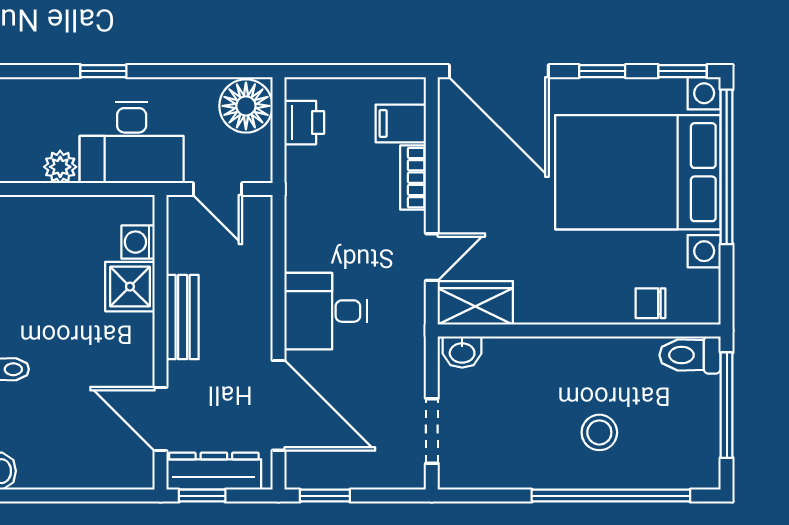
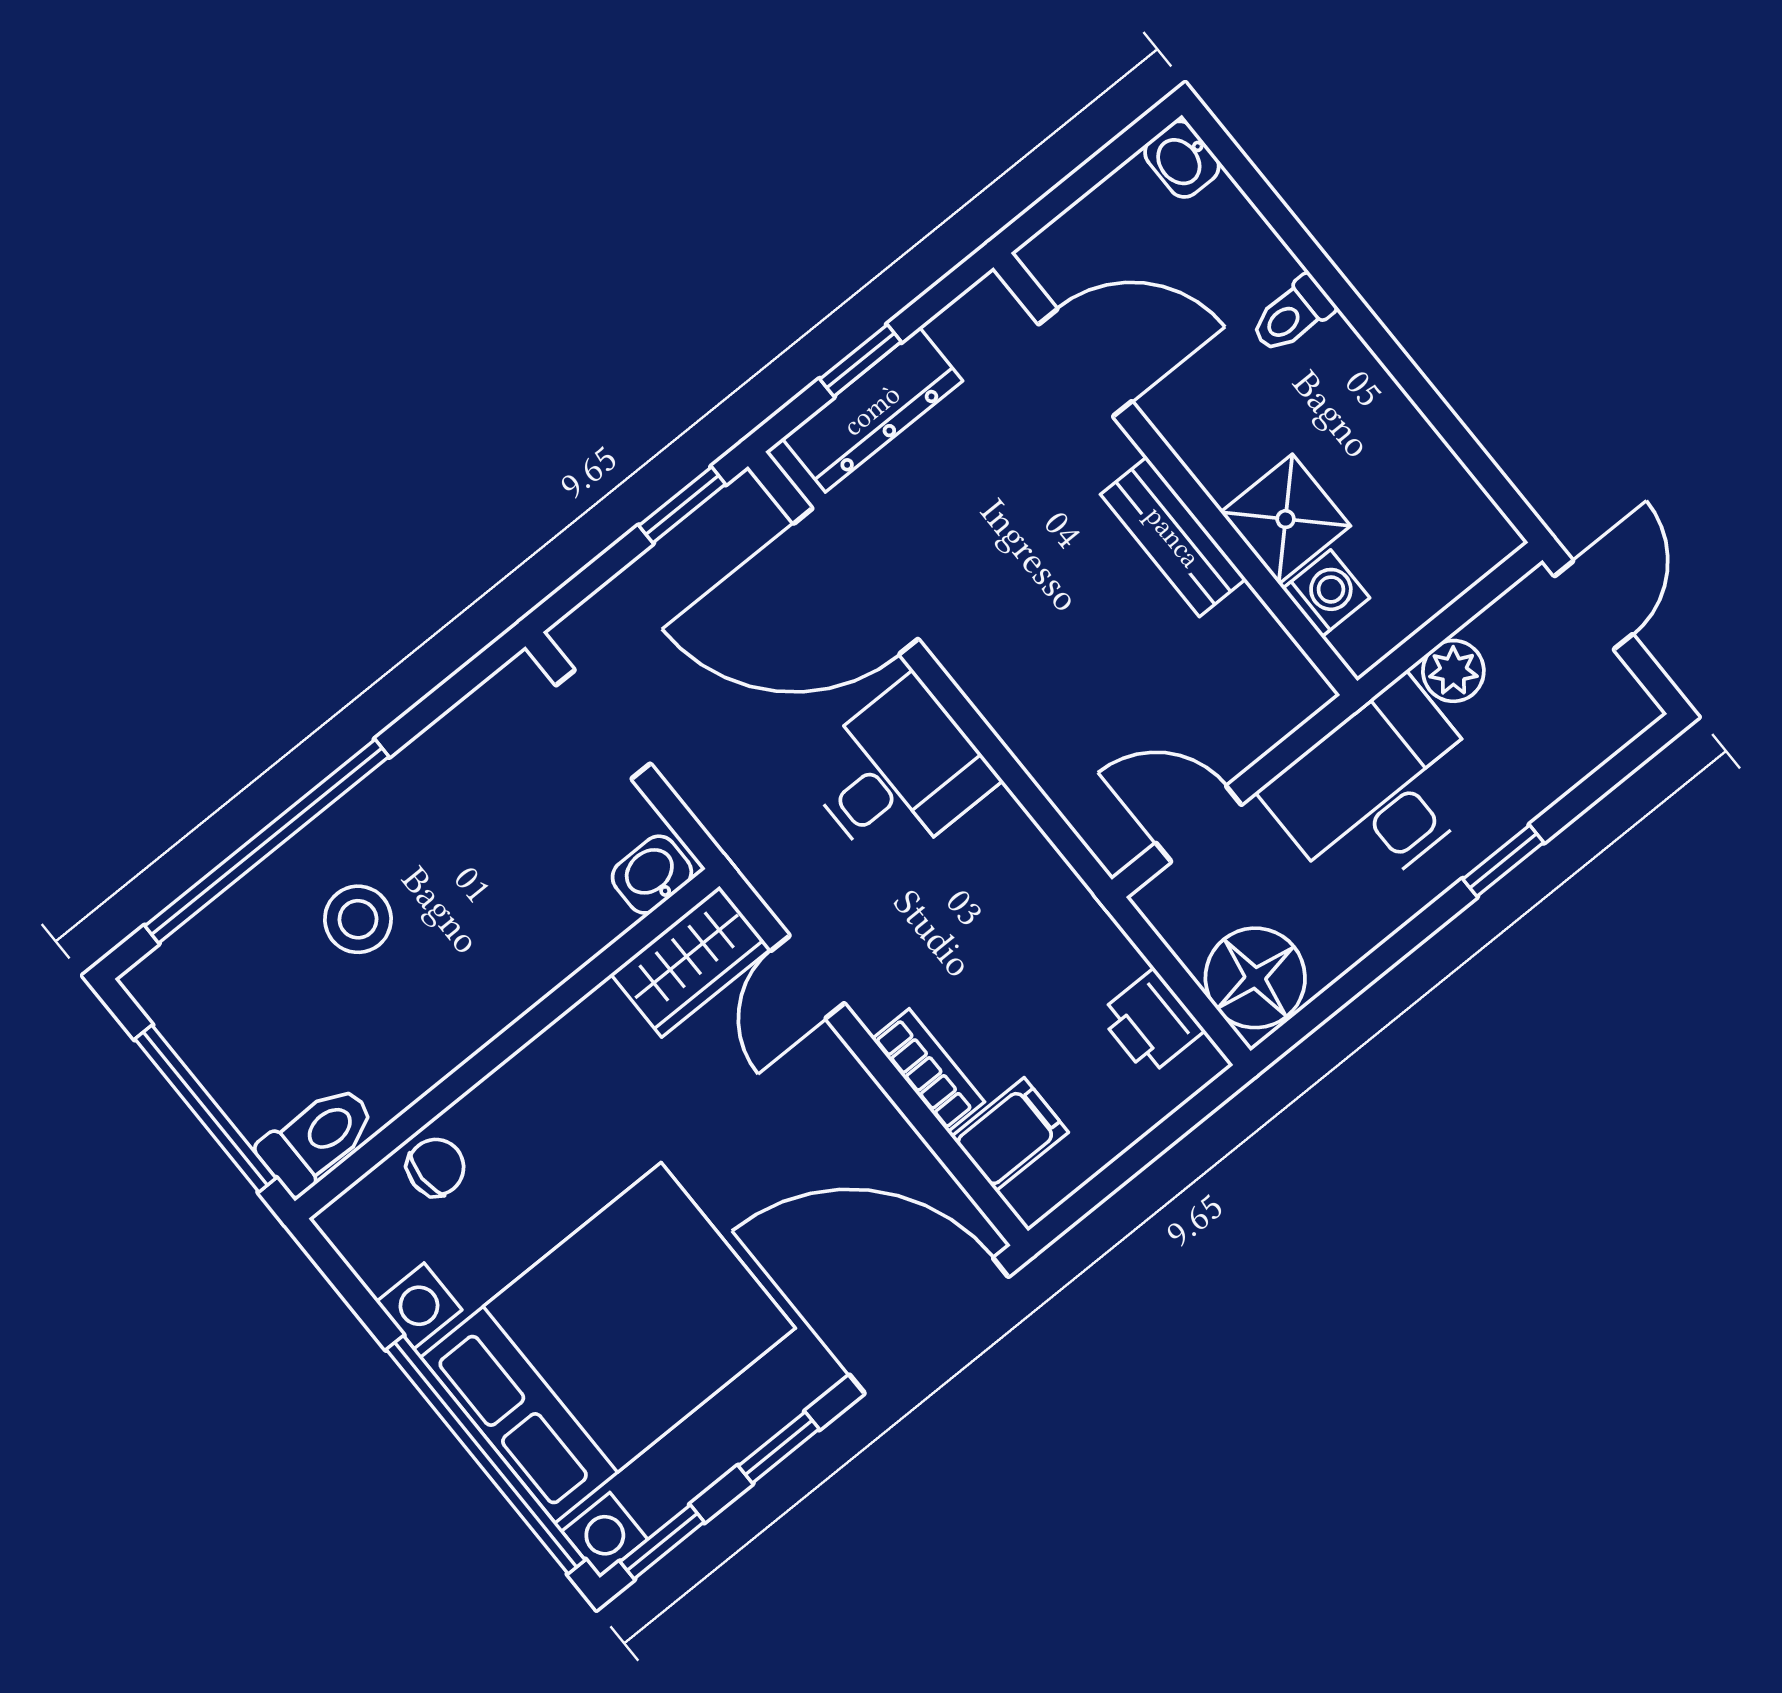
washing machine: (138, 242) -> (1326, 593), moved
shower: (130, 287) -> (1286, 519), moved
bench: (183, 317) -> (1173, 537), moved
wall: (161, 342) -> (1175, 474), moved
door: (161, 419) -> (1085, 363), moved

